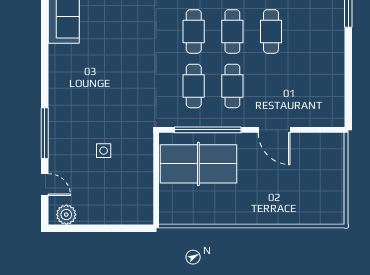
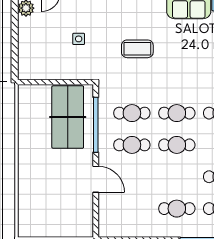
cafe table: (271, 31) -> (177, 209), moved
coffee table: (116, 79) -> (137, 49), added
door: (274, 130) -> (96, 179), swing flipped

